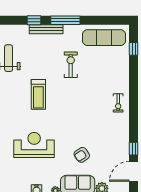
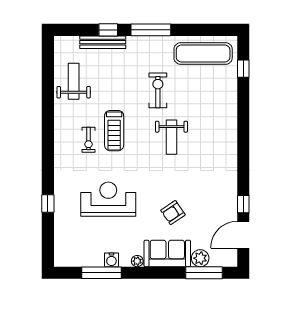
bench: (46, 29) -> (103, 42), moved
weight bench: (81, 99) -> (171, 137), added
exercise bike: (118, 103) -> (89, 140), moved

